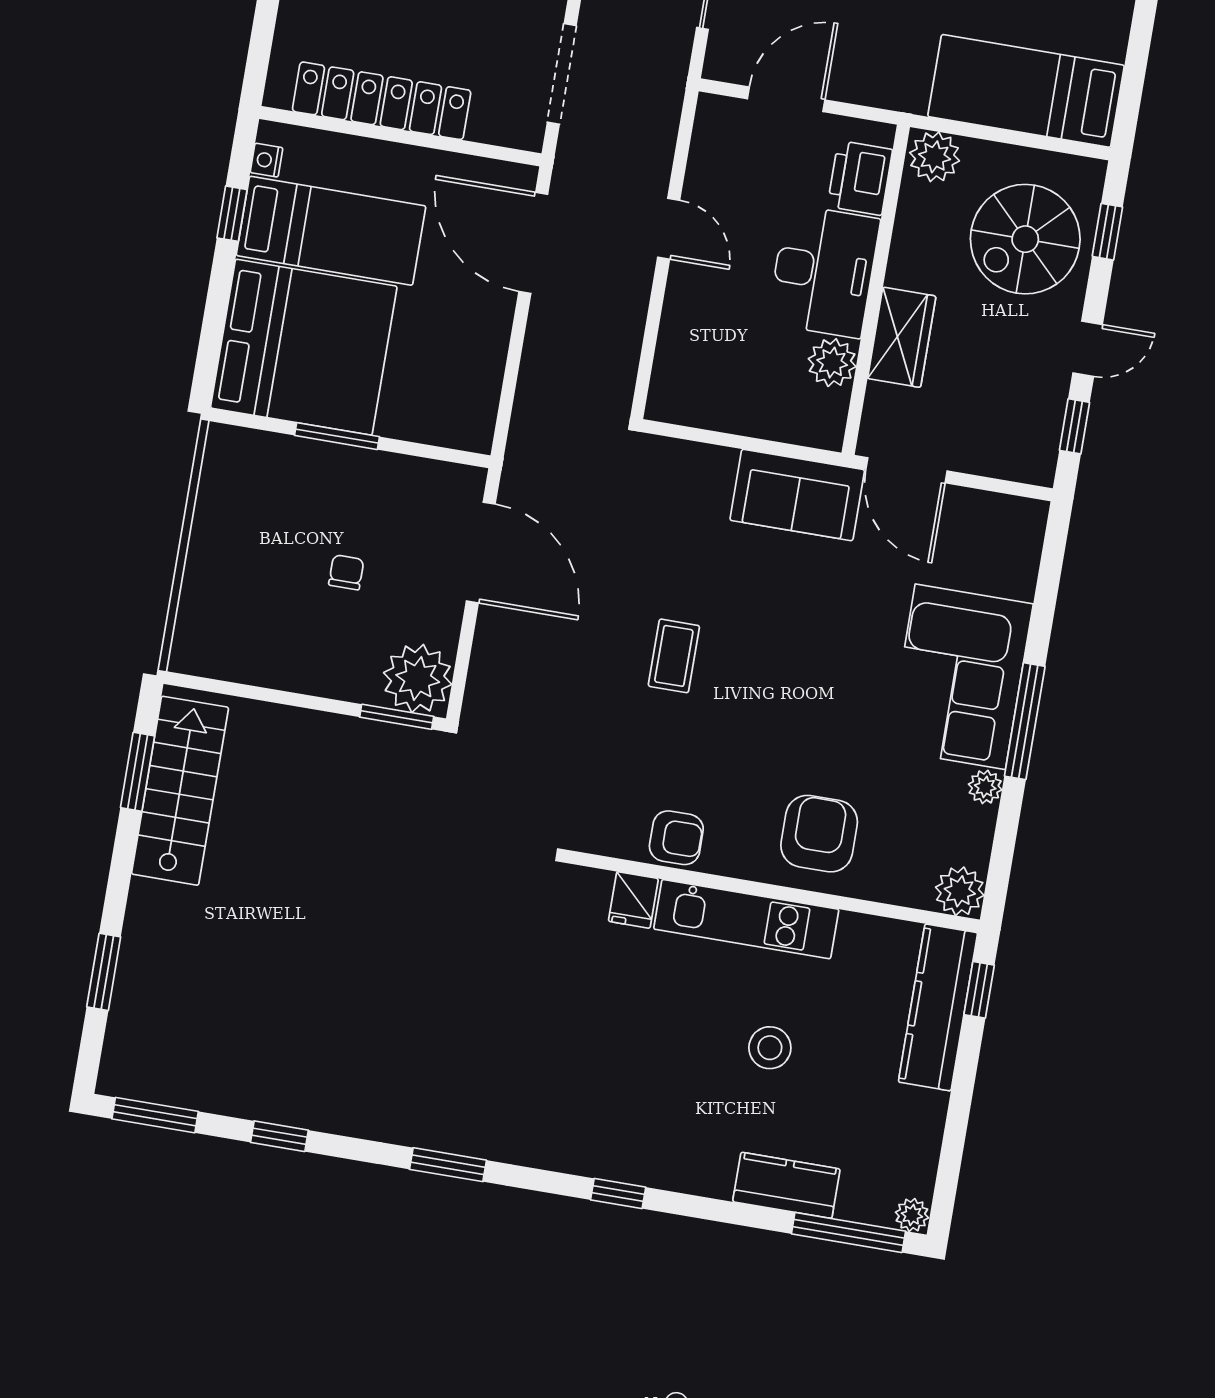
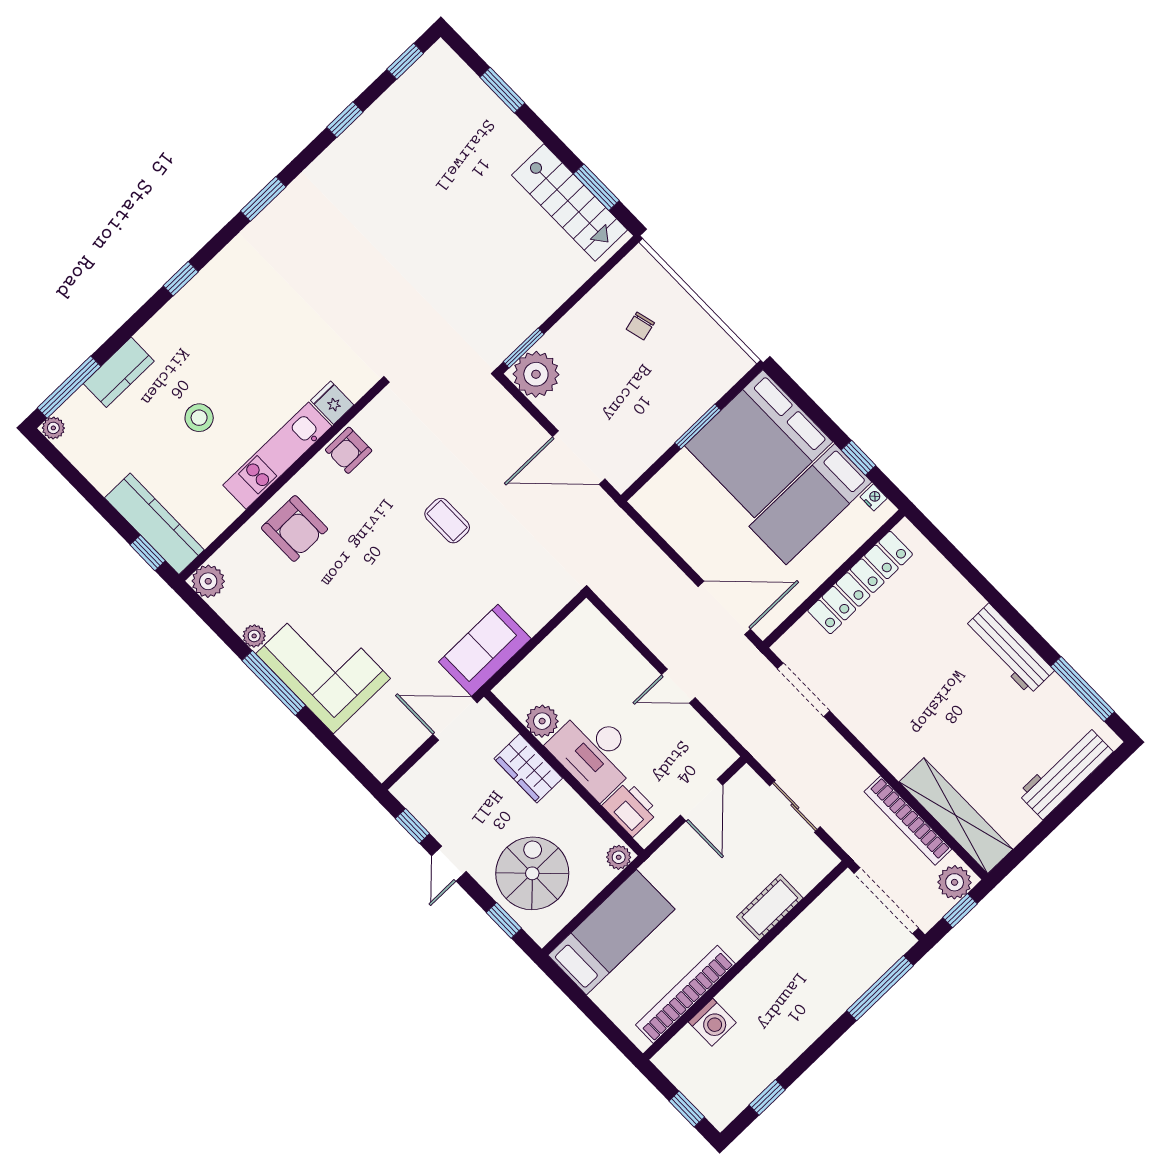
plant: (935, 157) -> (619, 857), width x0.73, depth x0.73
chair: (346, 572) -> (640, 326), moved, turned 76
window: (155, 1115) -> (405, 61), width x0.67

